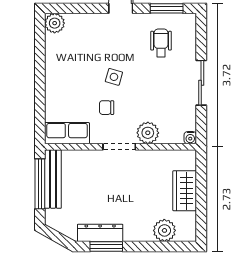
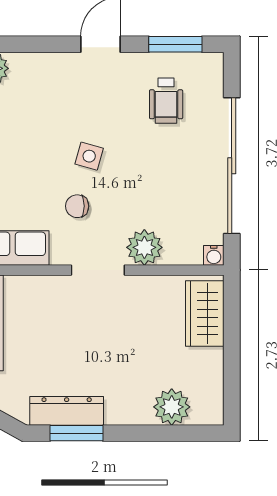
wheelchair: (161, 43) -> (166, 101), turned 180
sliding door: (201, 83) -> (232, 166), width x1.86
wardrobe: (185, 191) -> (205, 313), moved

